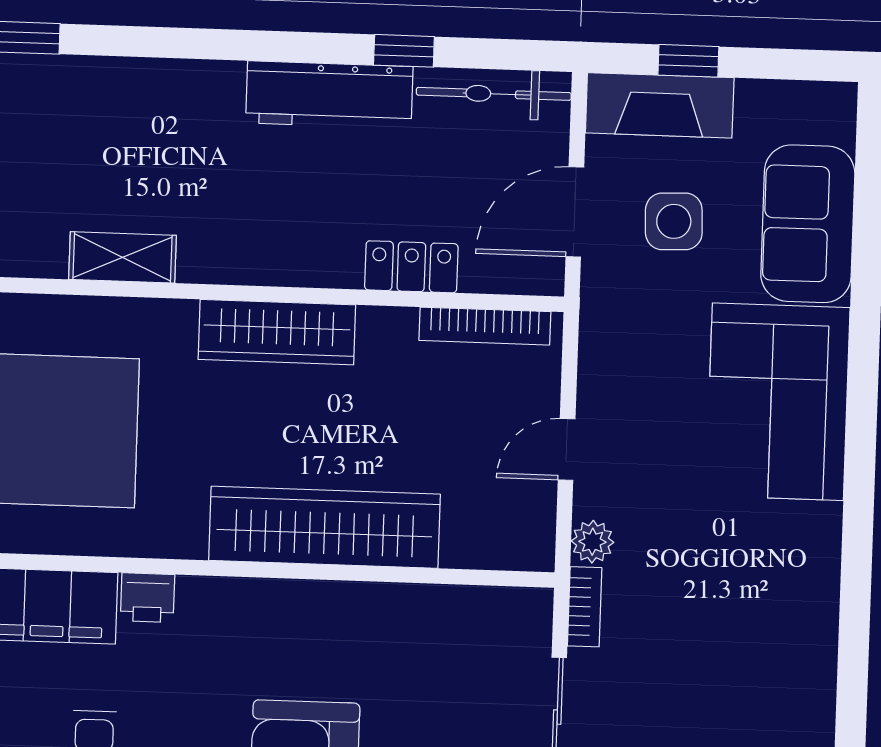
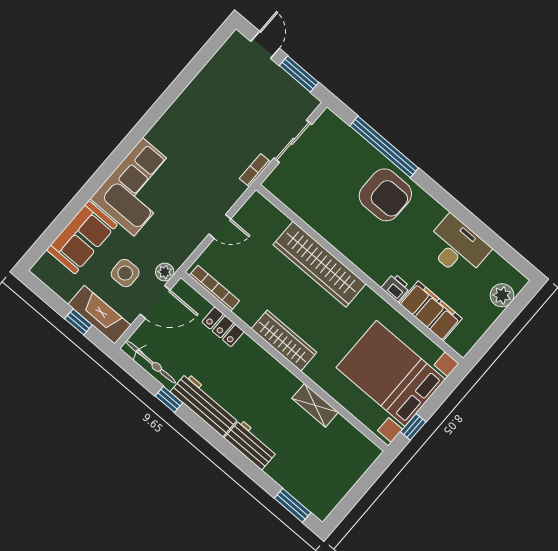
workbench: (184, 89) -> (251, 445), added
plant: (593, 542) -> (165, 272), moved

